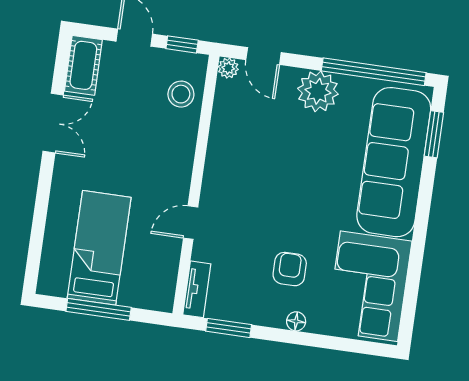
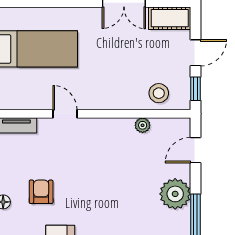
plant: (228, 68) -> (143, 125), moved
armchair: (290, 269) -> (41, 192), turned -90

